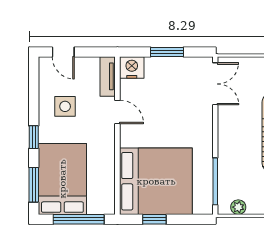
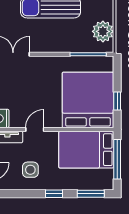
bed: (62, 179) -> (86, 150), moved
plant: (238, 207) -> (103, 31), width x1.88, depth x1.88

